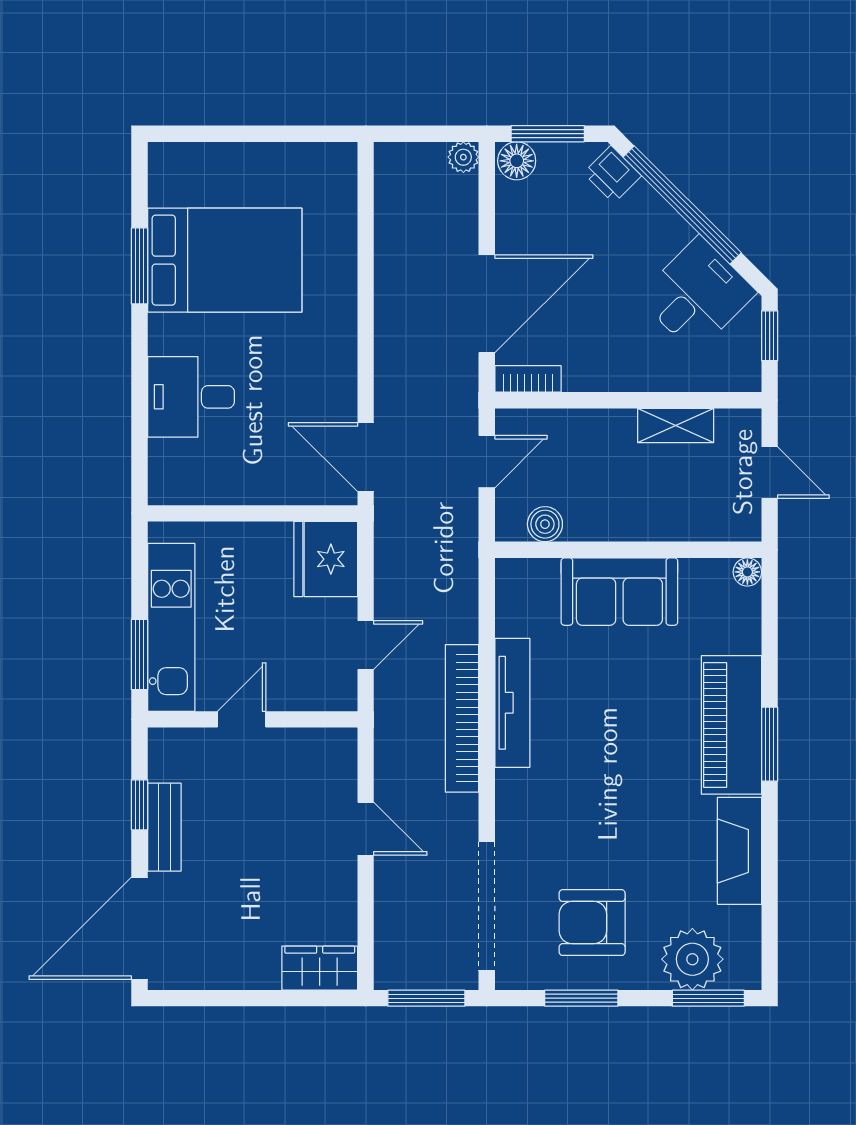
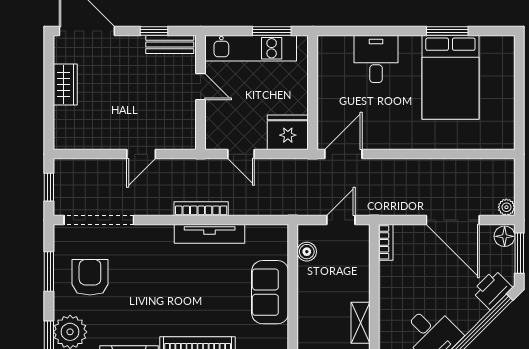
printer: (612, 174) -> (492, 290), width x1.36, depth x1.24
door: (487, 304) -> (453, 220), moved
door: (487, 462) -> (341, 220), swing flipped
window: (139, 655) -> (272, 31), moved
bookcase: (462, 718) -> (201, 209), width x0.68, depth x0.76
bench: (164, 827) -> (170, 44), moved
wardrobe: (320, 968) -> (65, 85), moved
window: (426, 998) -> (49, 187), width x0.67

